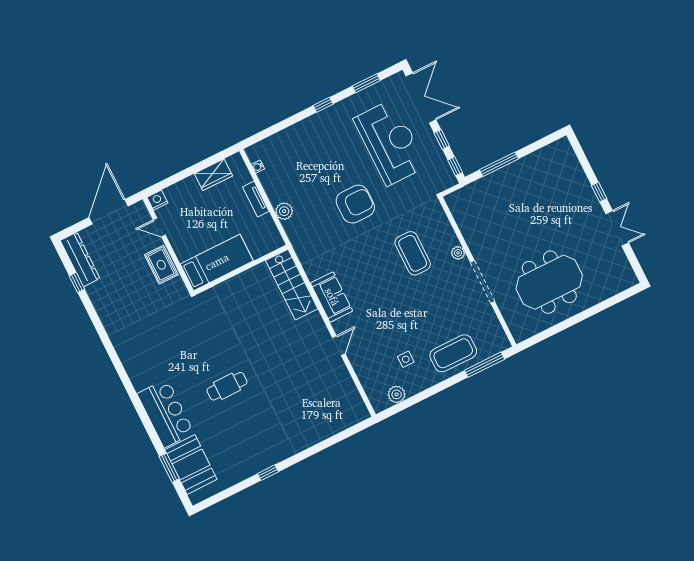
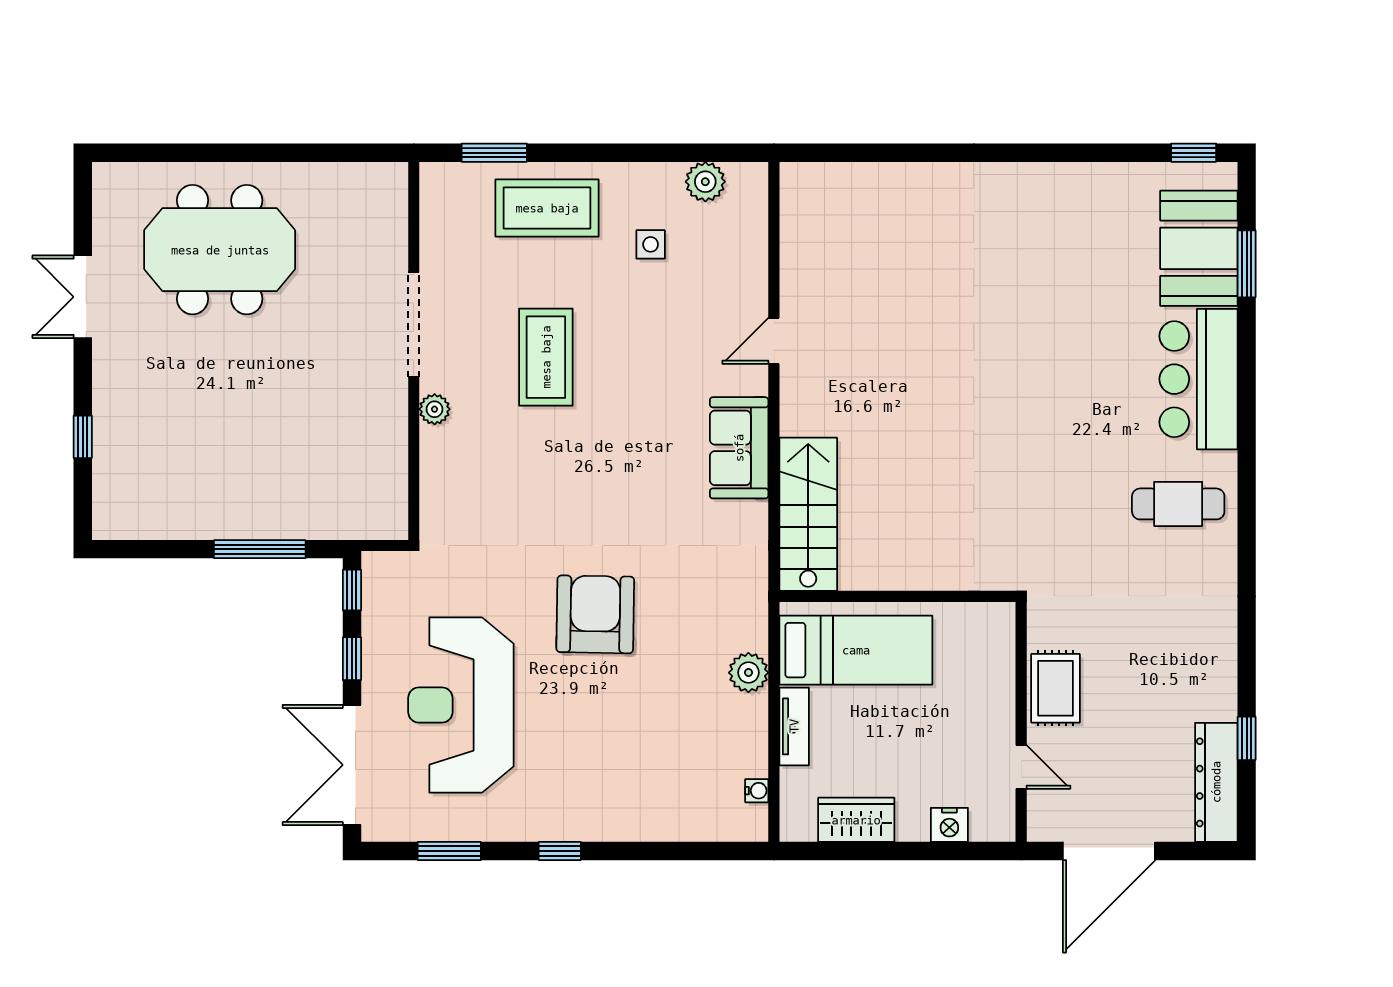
window: (599, 192) -> (83, 437), moved
nightstand: (157, 200) -> (949, 825), moved
armchair: (355, 204) -> (595, 614), turned 91
coffee table: (413, 253) -> (546, 357), moved
bed: (217, 262) -> (856, 650), moved, turned 180
meeting table: (549, 282) -> (220, 250), moved
window: (485, 365) -> (494, 153), width x0.69
cafe table: (227, 386) -> (1178, 504), moved
window: (268, 473) -> (1194, 153), moved

